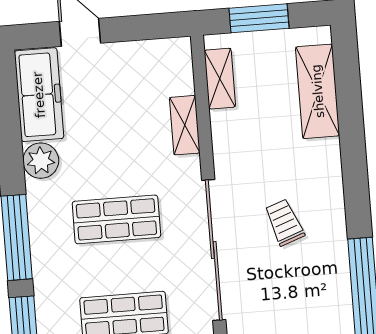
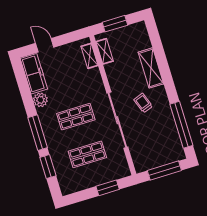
shelving: (318, 91) -> (151, 68), moved
shelving: (185, 125) -> (89, 56), moved

